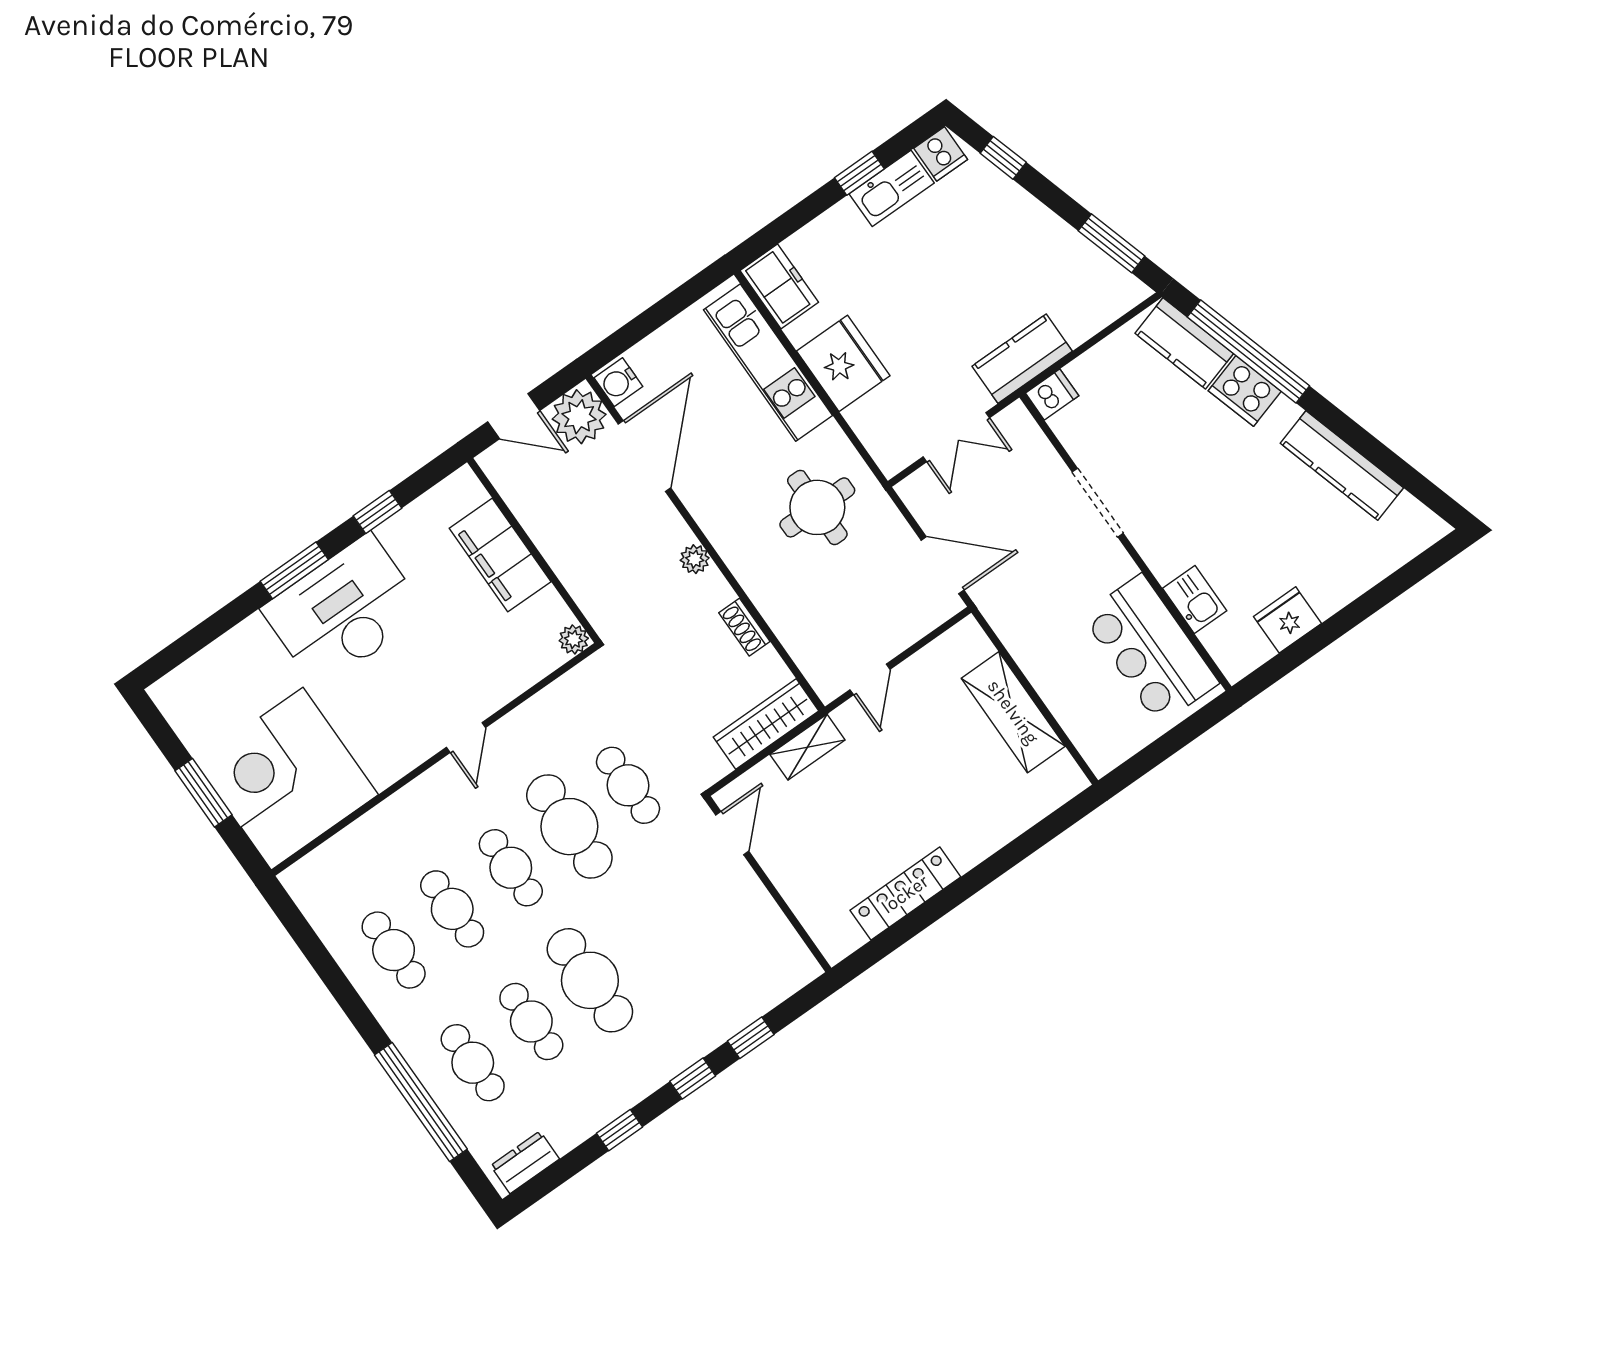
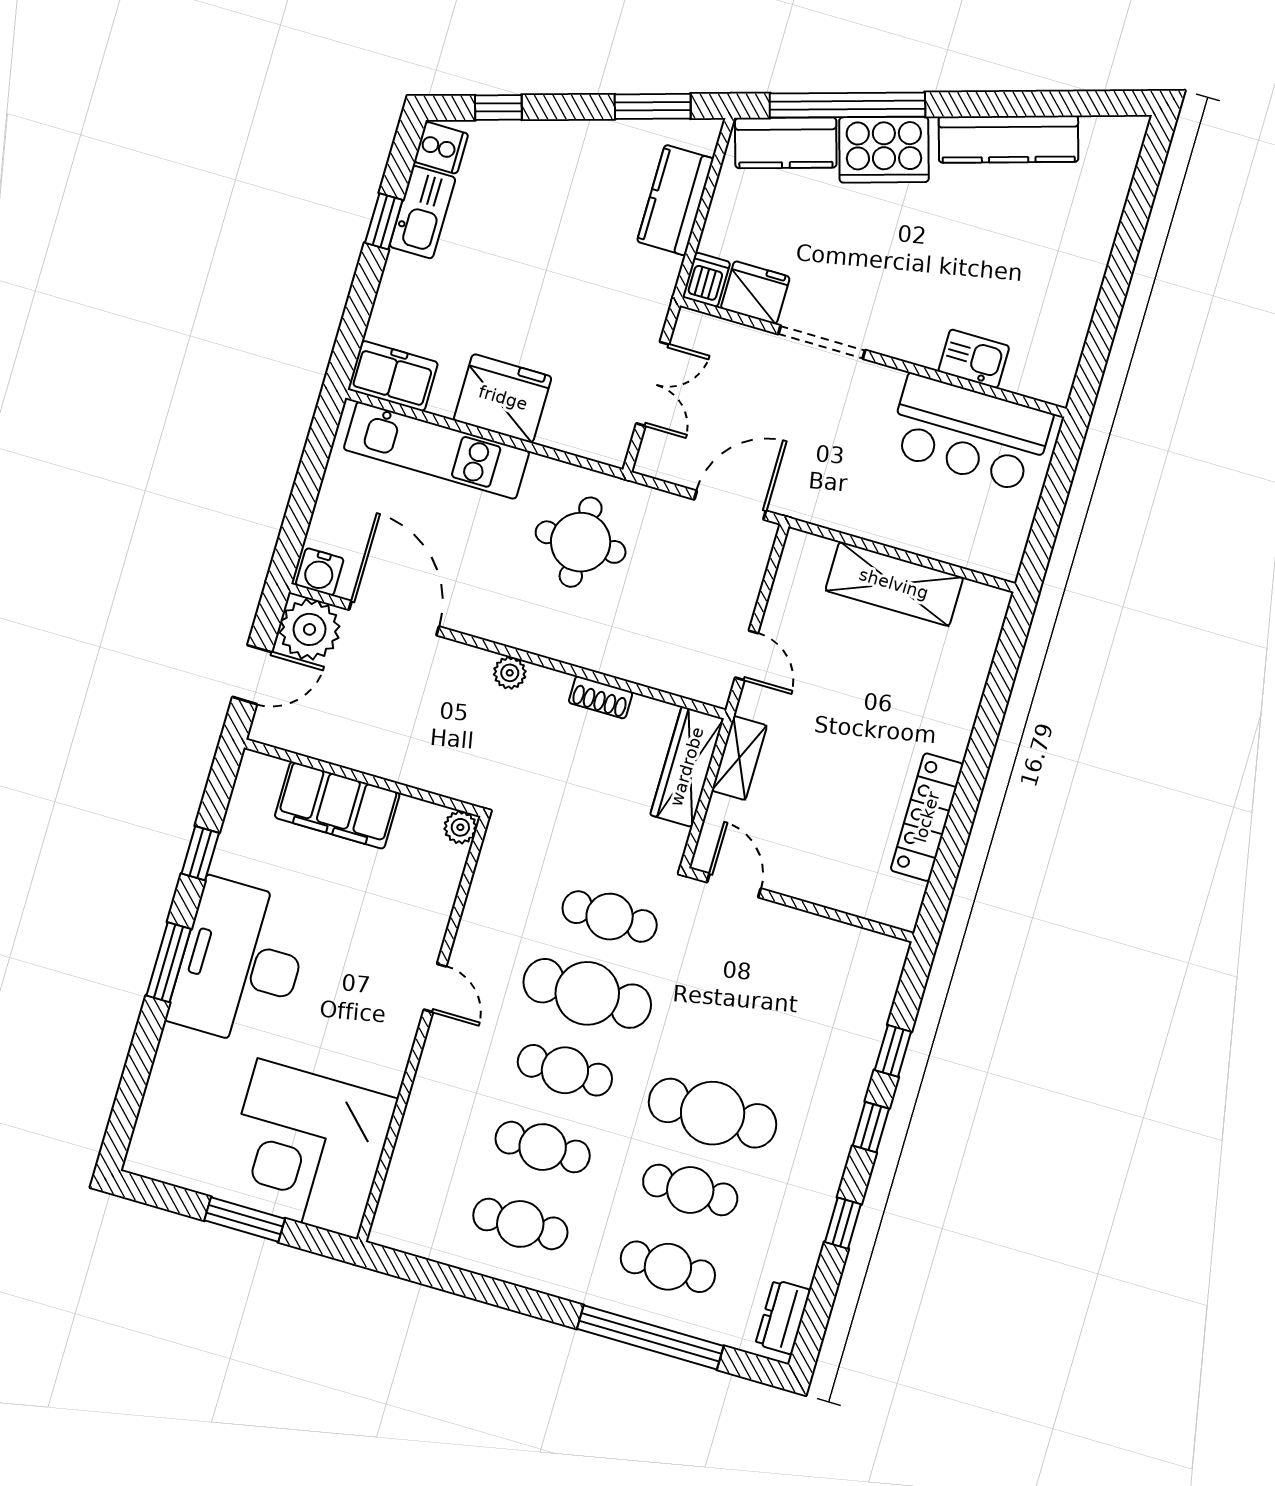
kitchen counter: (1022, 359) -> (675, 200), moved
cooker: (1245, 391) -> (884, 150), width x1.37, depth x1.31
fridge: (1287, 620) -> (755, 293), moved, turned 90

